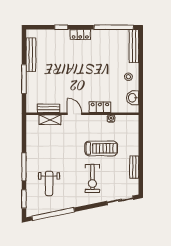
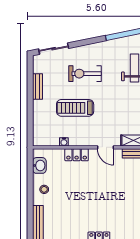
exercise bike: (92, 178) -> (85, 74), turned -90

